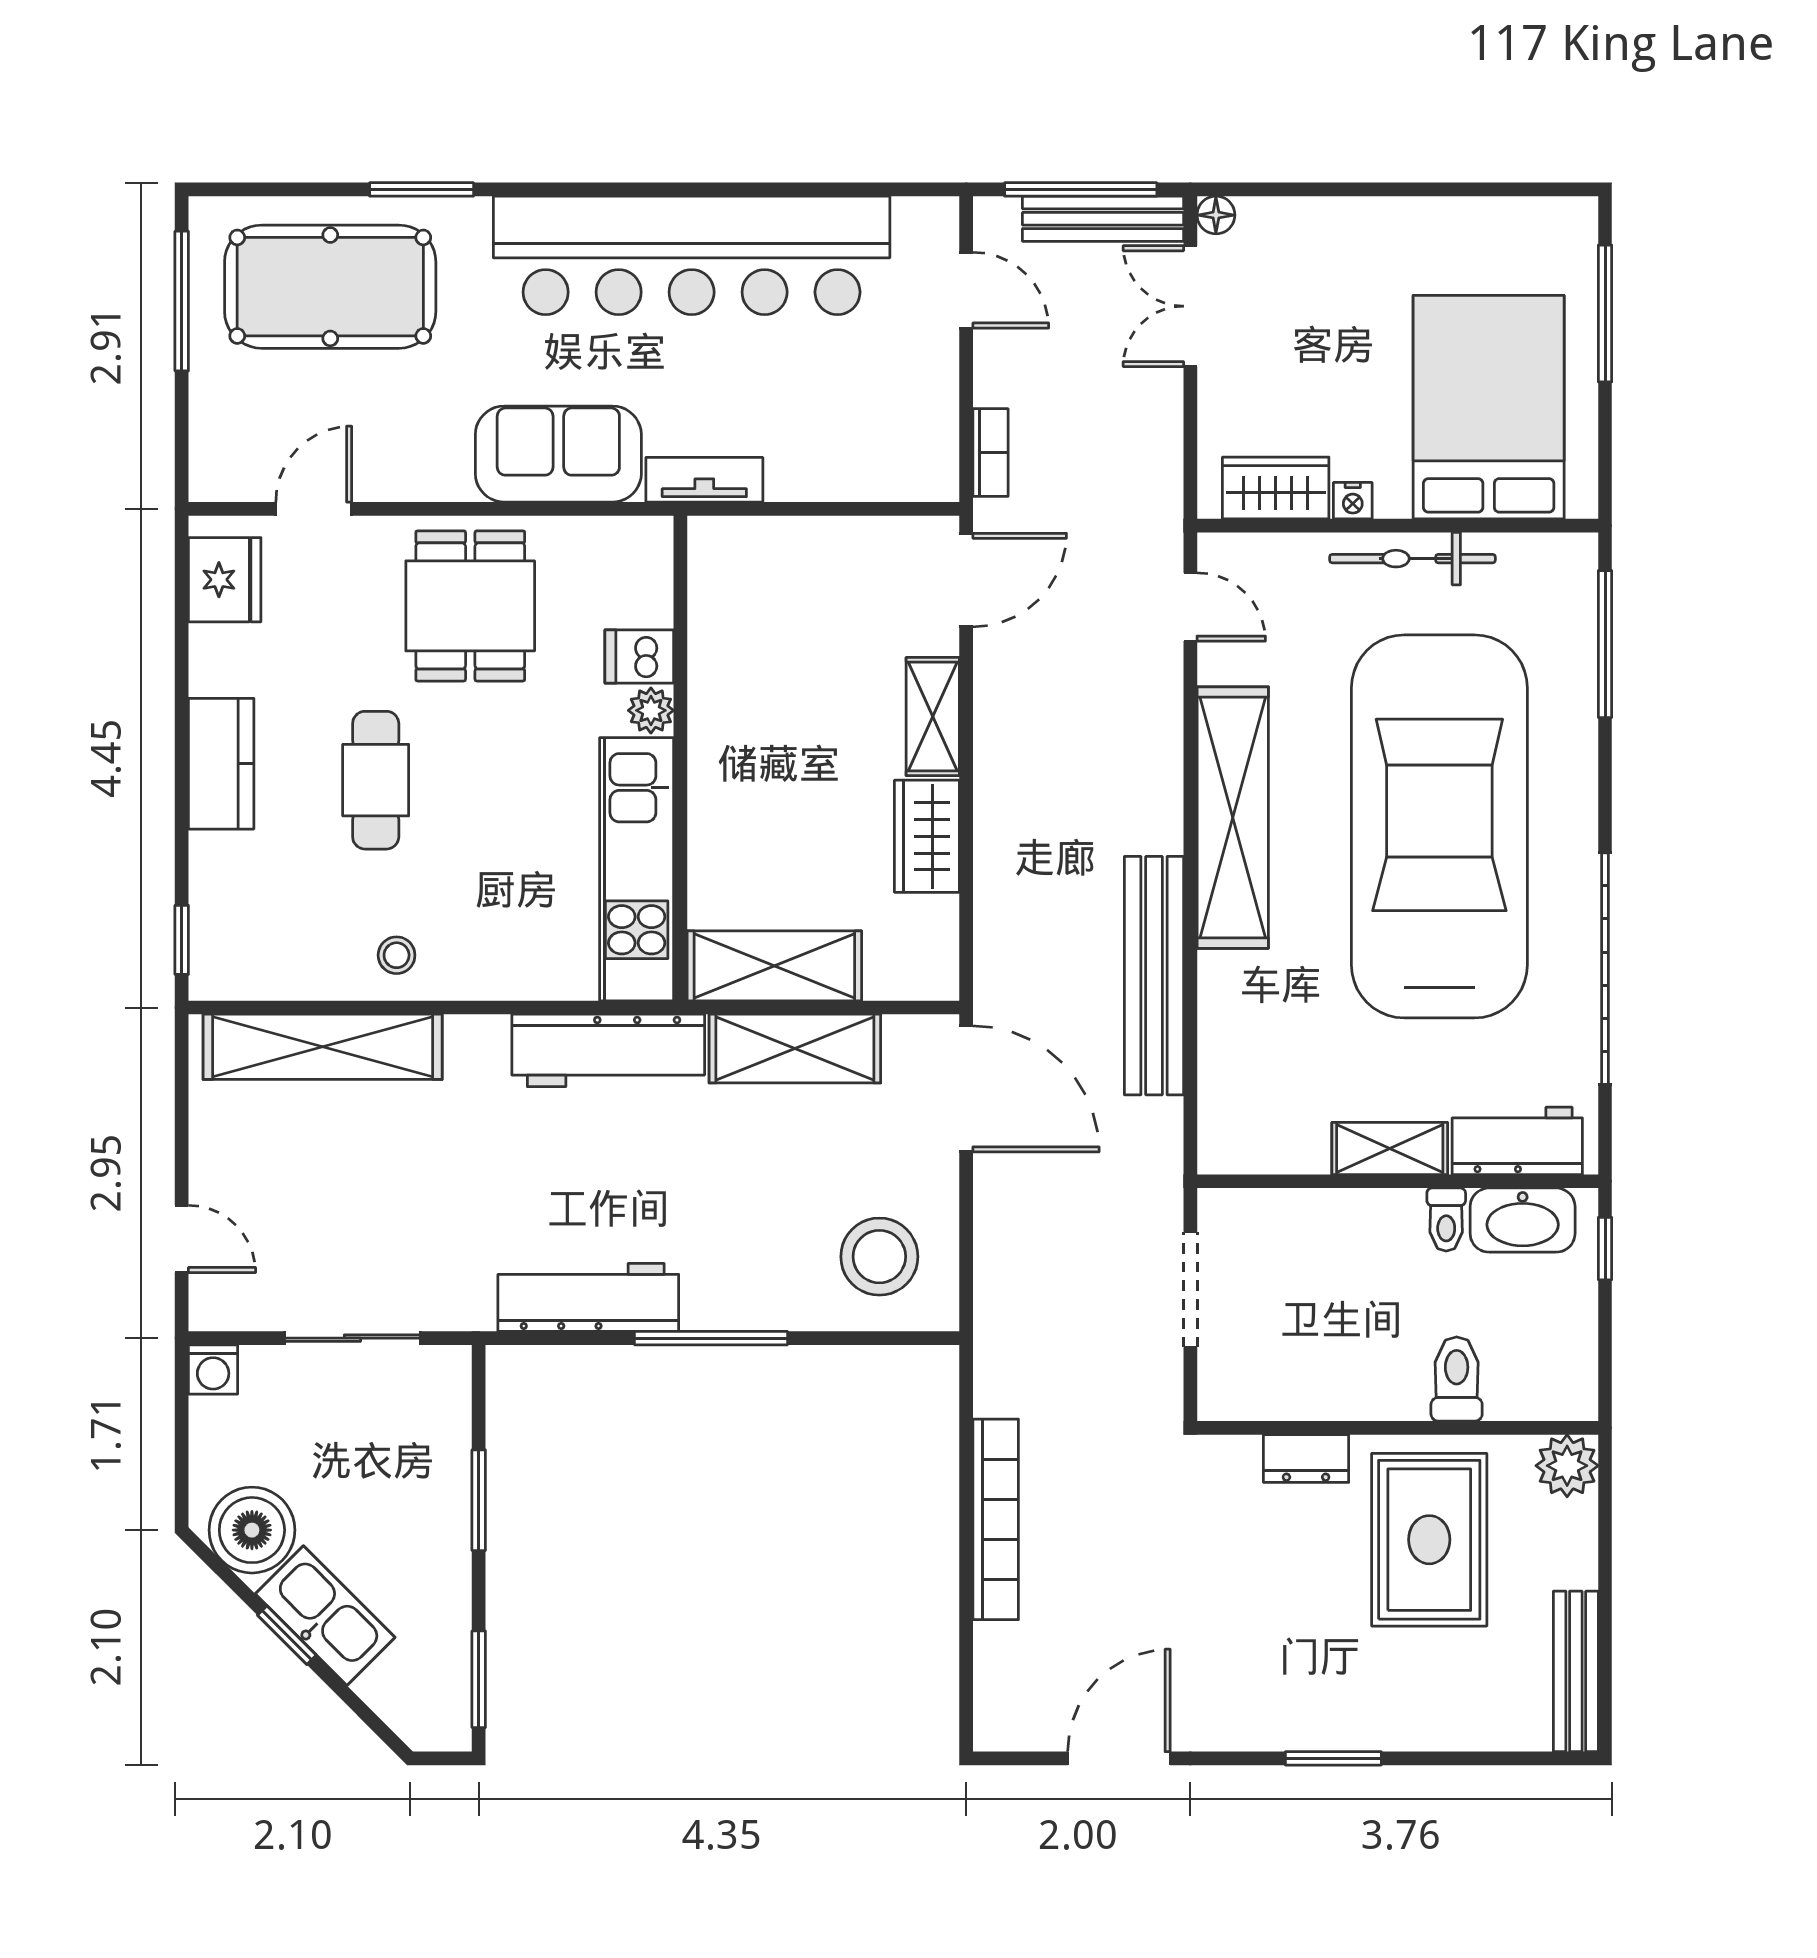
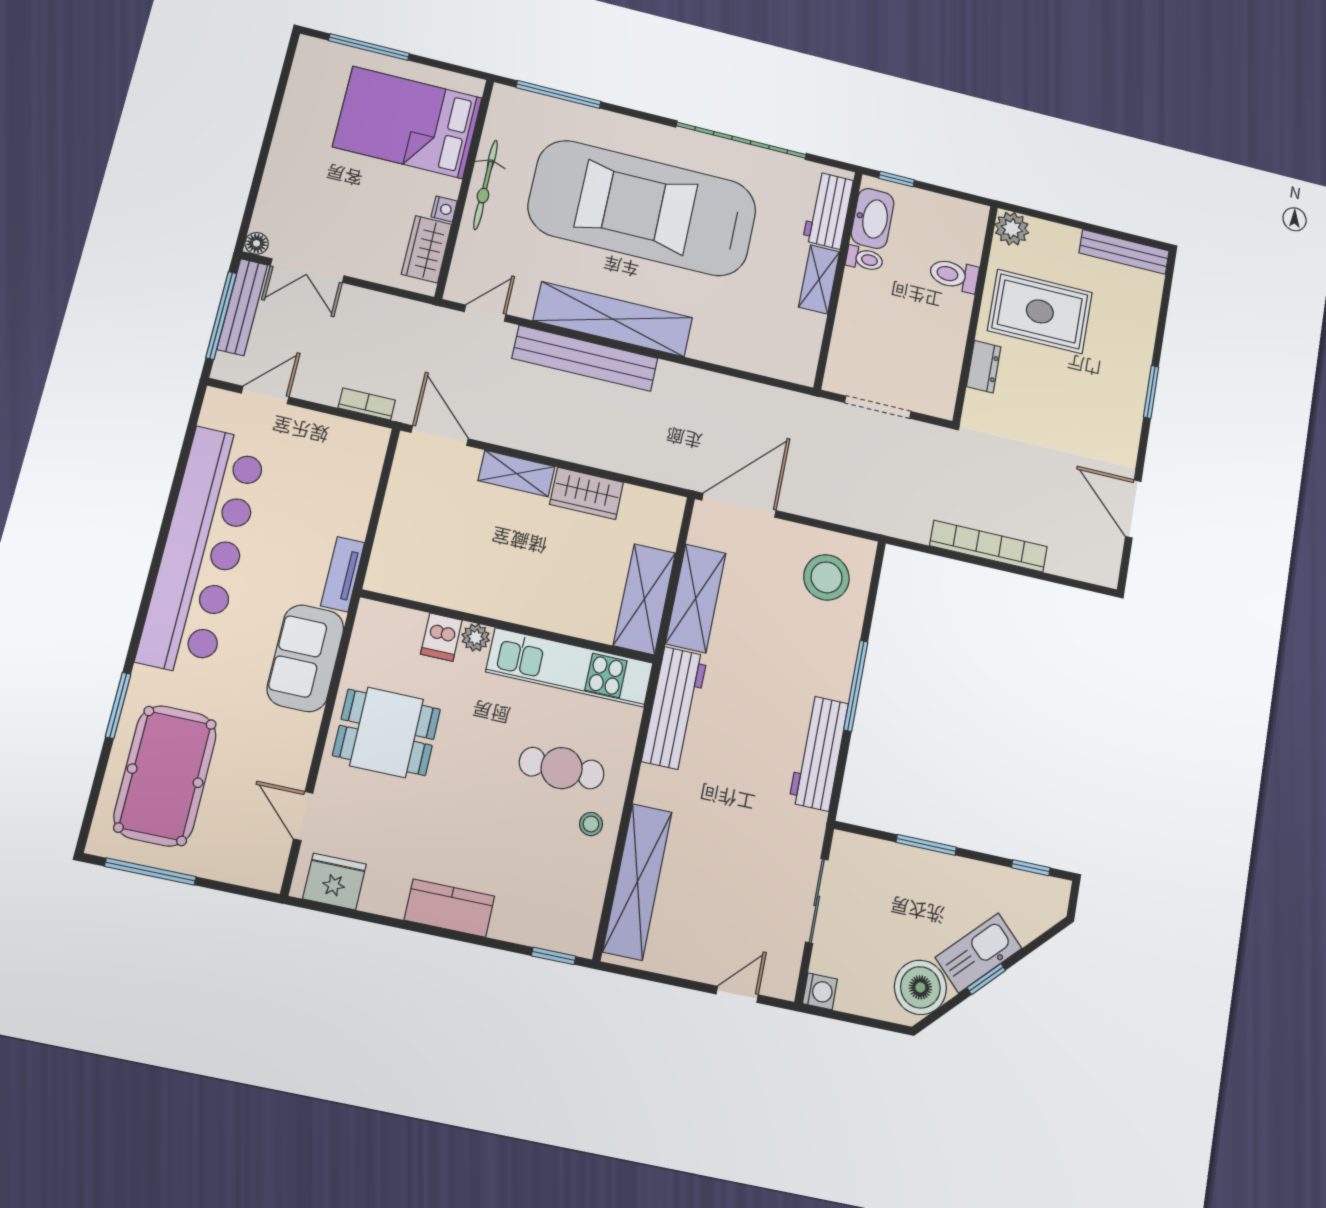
cafe table: (376, 780) -> (562, 768), moved
bench: (1154, 976) -> (585, 358), moved
window: (479, 1679) -> (1031, 868), width x0.67

